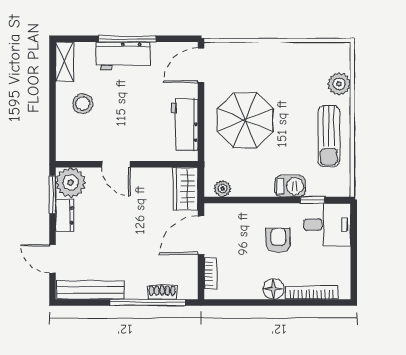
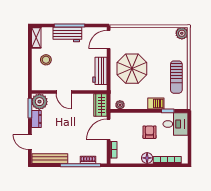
plant: (339, 84) -> (182, 33), moved

